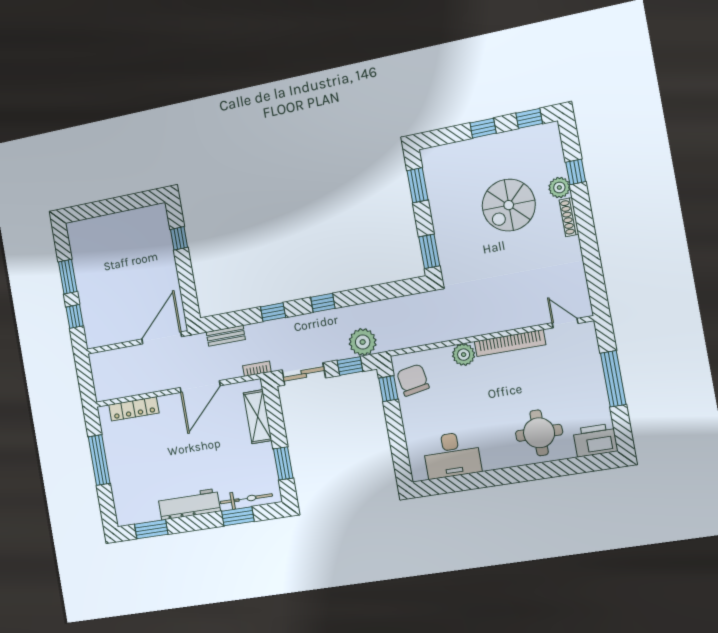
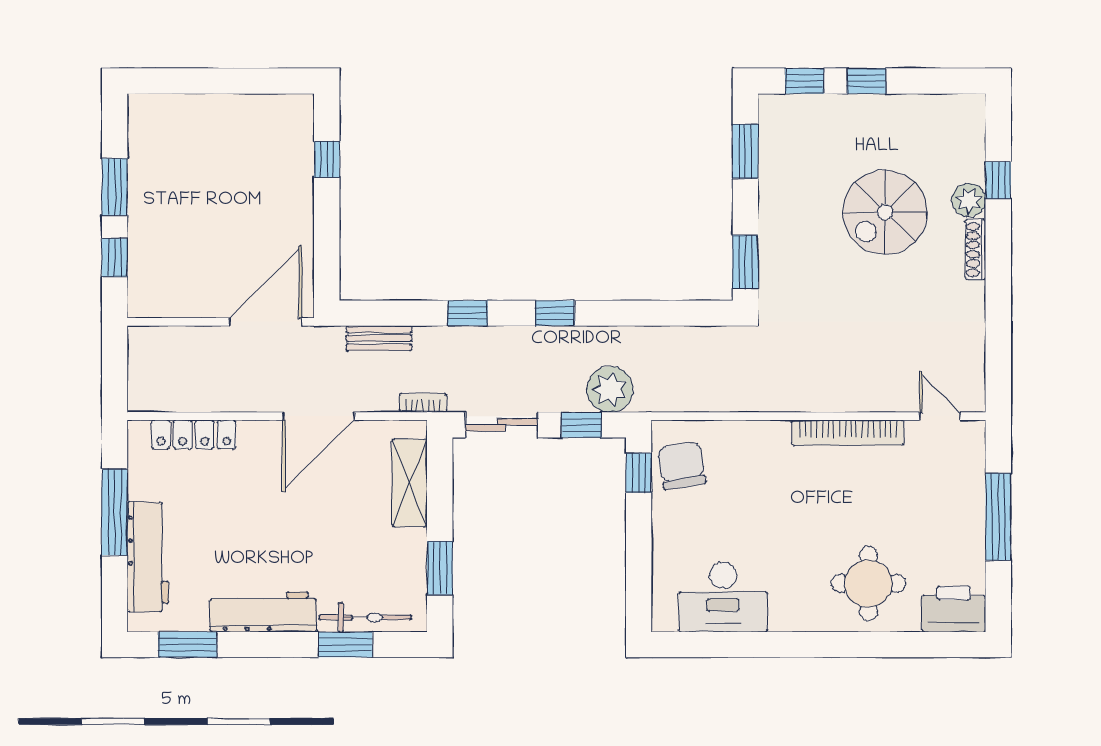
window: (529, 118) -> (805, 81), moved
plant: (464, 355) -> (771, 438), removed
workbench: (121, 483) -> (148, 557), added

